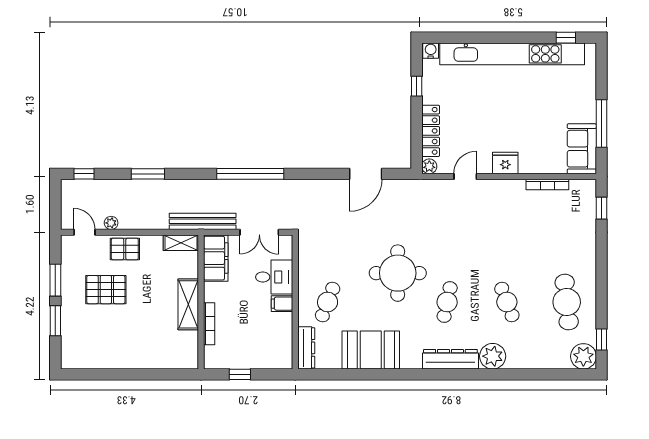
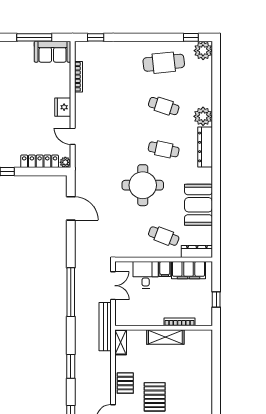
plant: (111, 223) -> (106, 393), removed
filing cabinet: (216, 258) -> (188, 270), moved, turned 180
cafe table: (507, 302) -> (164, 106), turned 39

